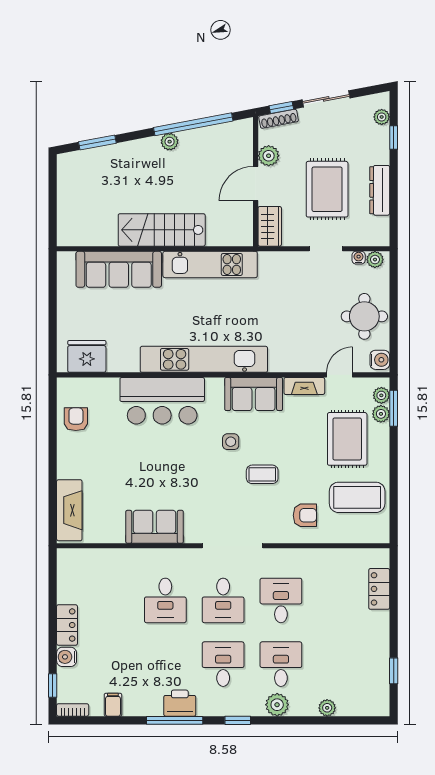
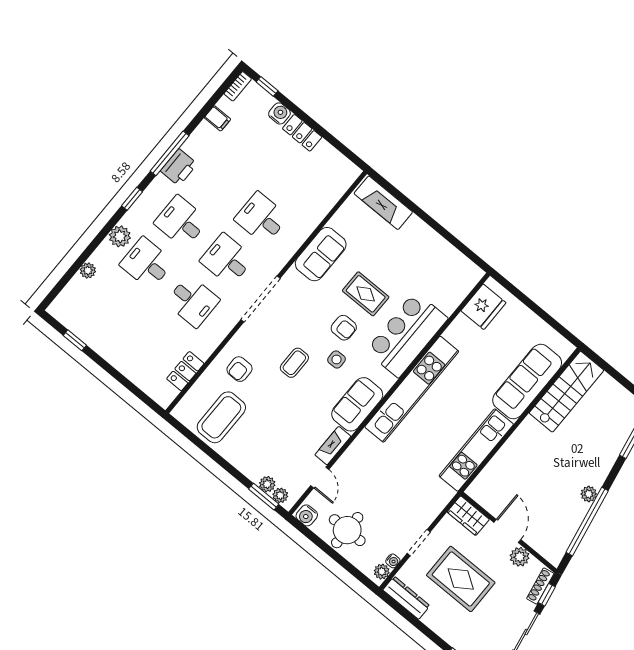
dresser: (380, 190) -> (406, 598), moved
stairs: (162, 230) -> (566, 392), moved
armchair: (76, 419) -> (344, 328), moved
rug: (347, 439) -> (366, 294), moved, width x0.73, depth x0.70
locker: (379, 589) -> (185, 371), moved, turned -90
desk: (223, 664) -> (181, 222), turned 180
desk: (281, 664) -> (147, 263), turned 180

